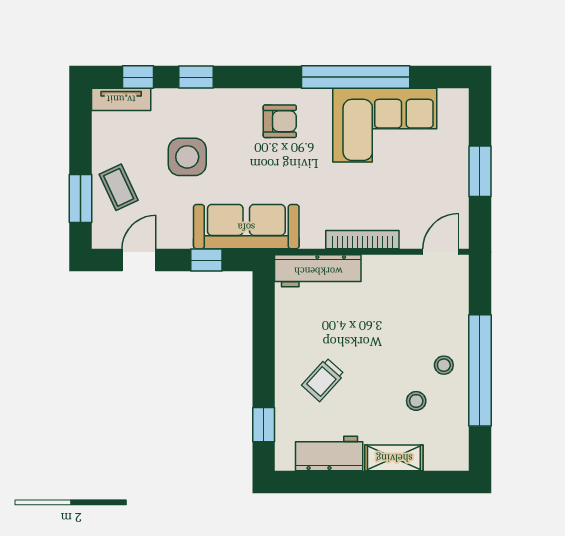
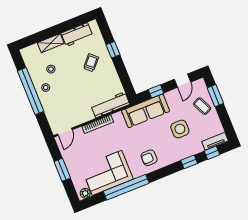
plant: (450, 100) -> (85, 193), added
window: (264, 425) -> (113, 50), moved

